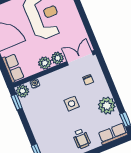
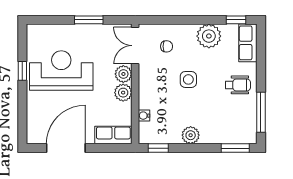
window: (85, 20) -> (89, 20), added
plant: (22, 91) -> (191, 135), moved

